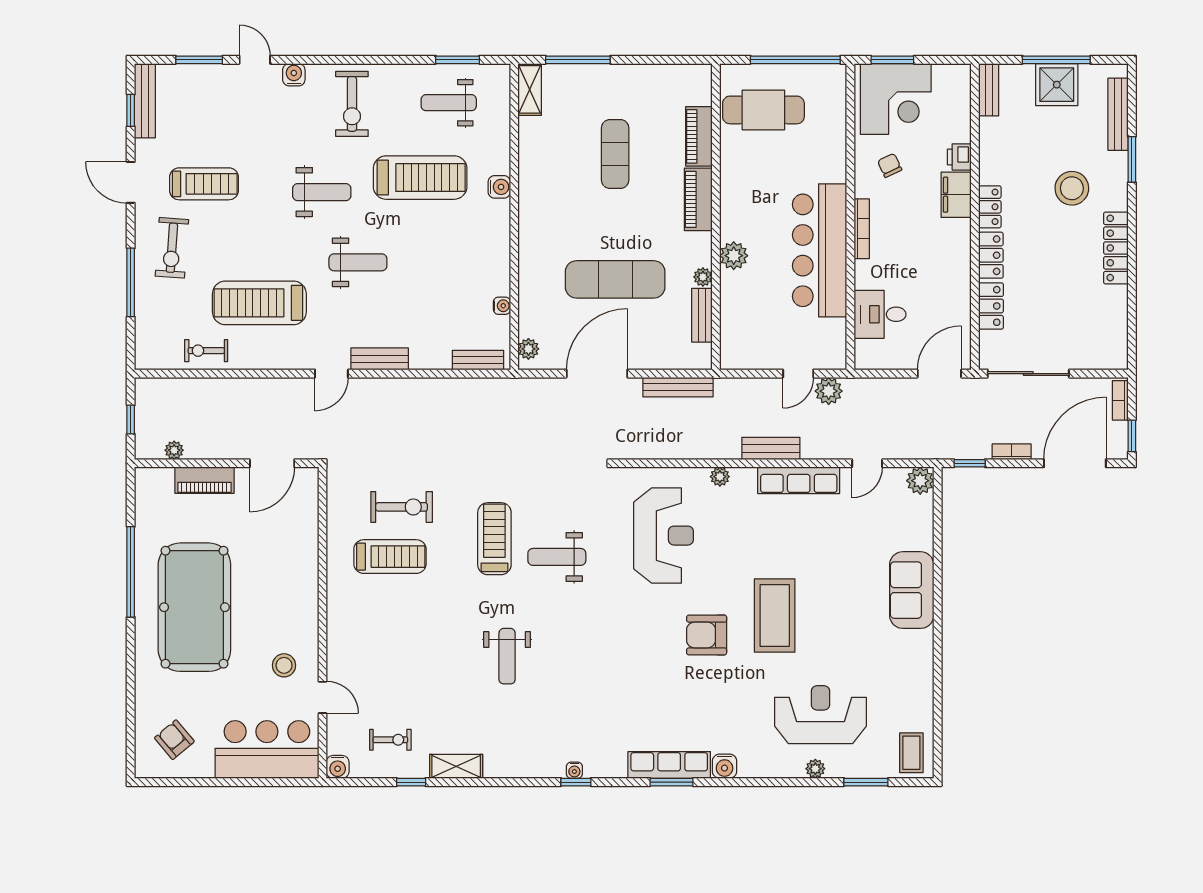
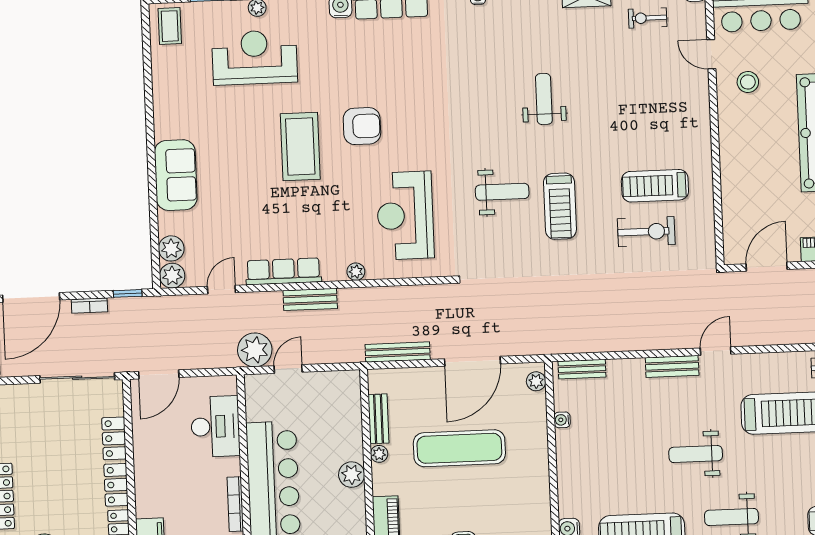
desk: (880, 314) -> (215, 426), width x1.37
plant: (829, 391) -> (255, 350), width x1.36, depth x1.36
exercise bike: (402, 507) -> (646, 232), turned 180
plant: (920, 510) -> (171, 248), added
reception desk: (820, 715) -> (255, 57), turned 180

